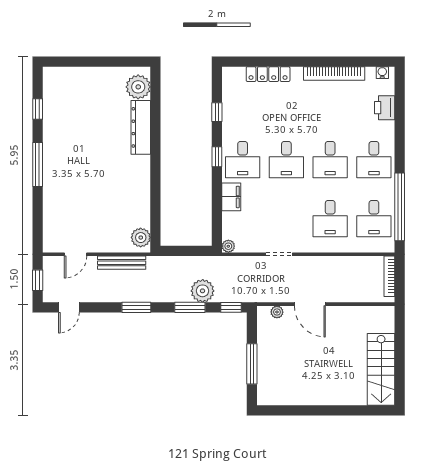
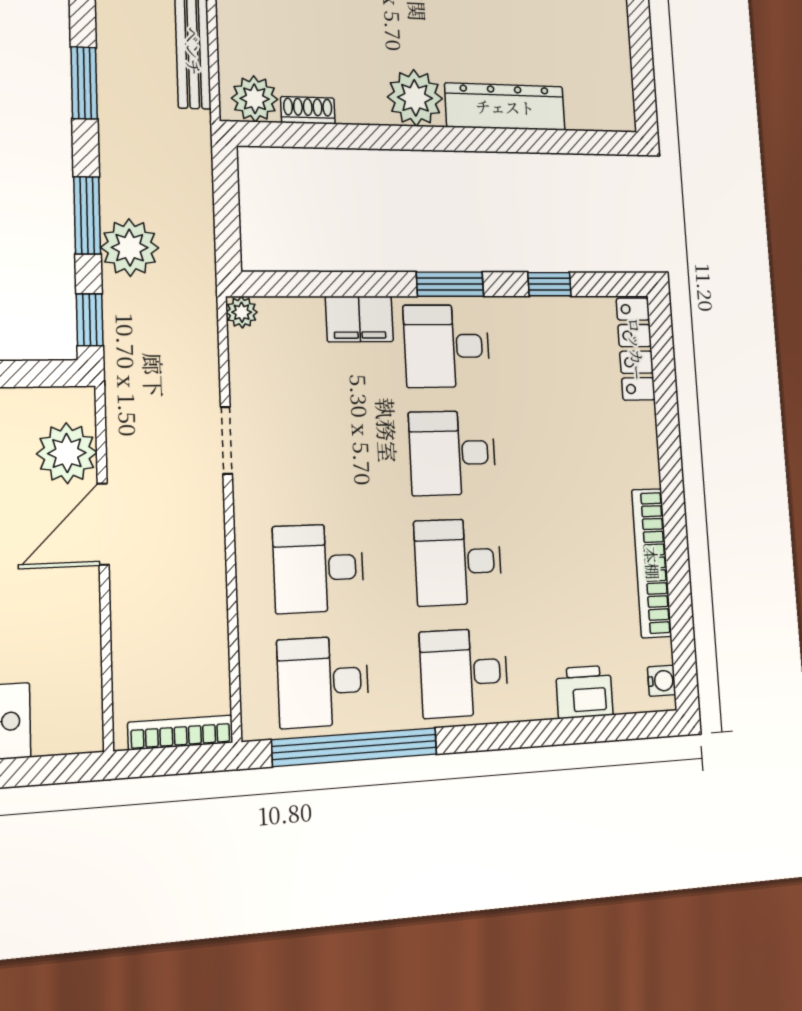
locker: (268, 74) -> (636, 349), moved
plant: (138, 87) -> (415, 98), moved
window: (217, 157) -> (450, 284), width x1.50
shoe rack: (145, 215) -> (308, 110), added
plant: (277, 312) -> (67, 453), width x1.88, depth x1.88

